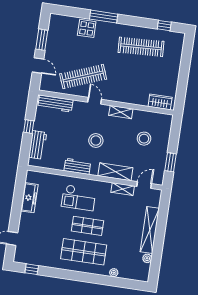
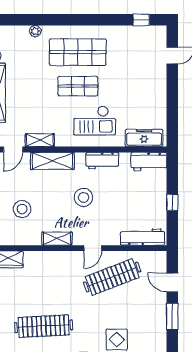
door: (95, 101) -> (93, 248), hinge flipped
workbench: (38, 145) -> (149, 161), moved, turned -90
freezer: (29, 198) -> (144, 138), moved, turned 90
checkout: (79, 198) -> (95, 121), turned 180

